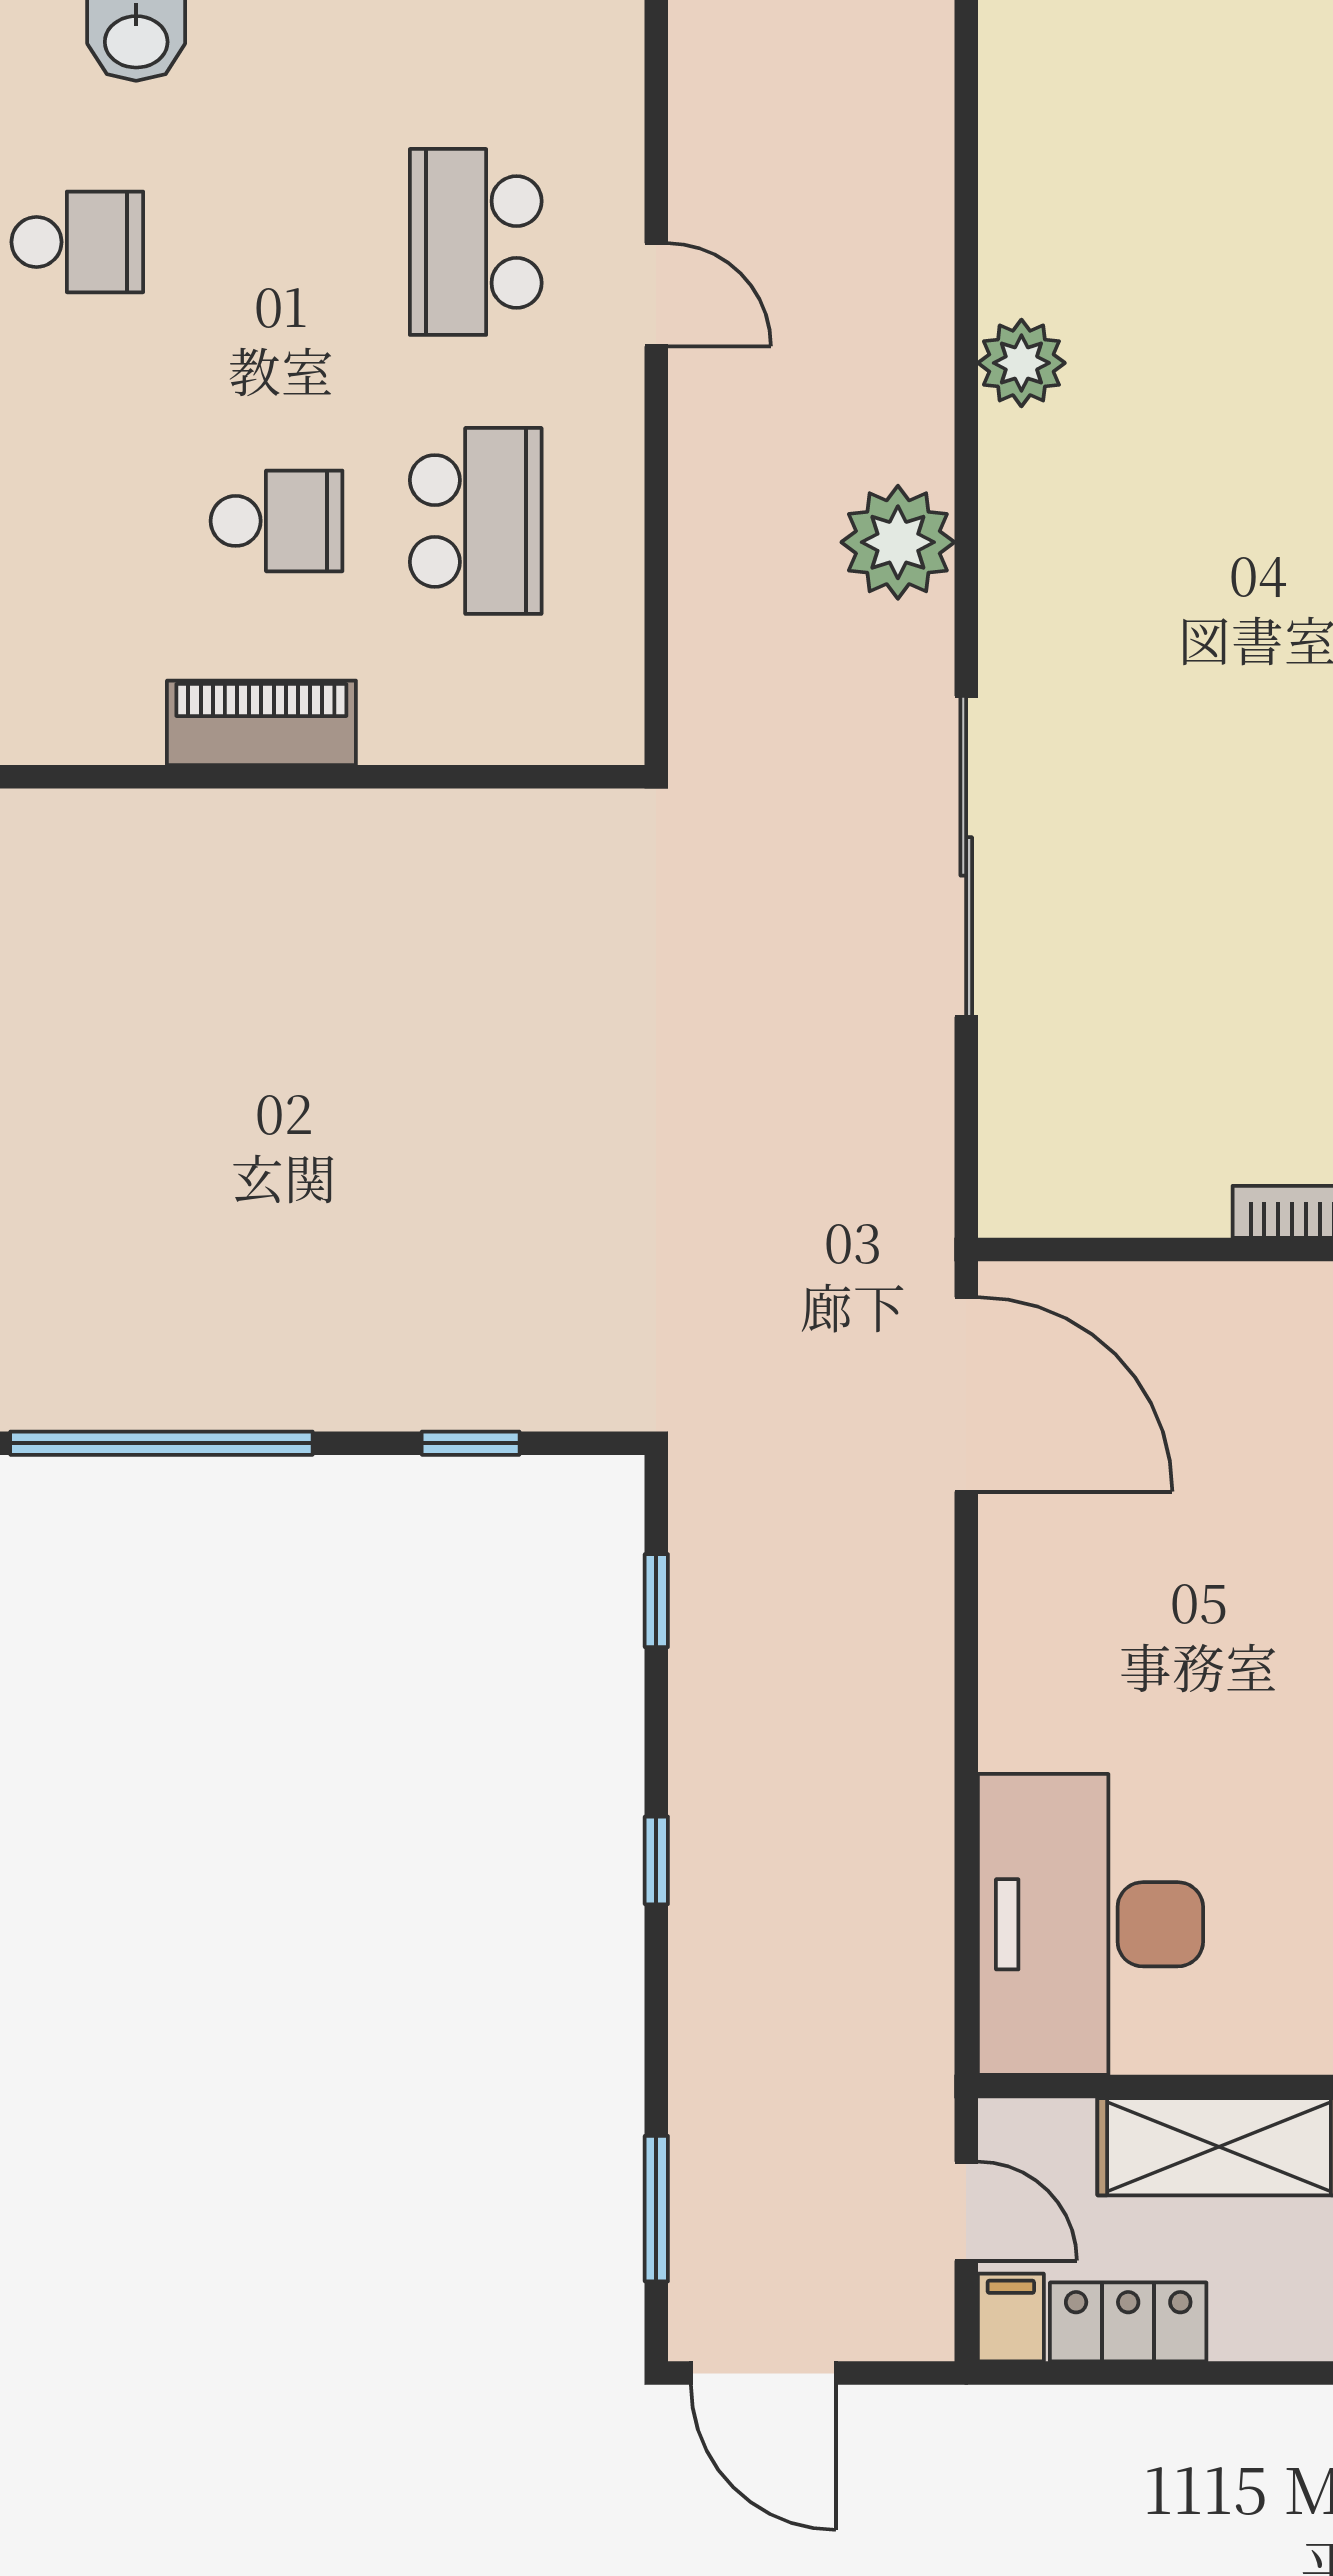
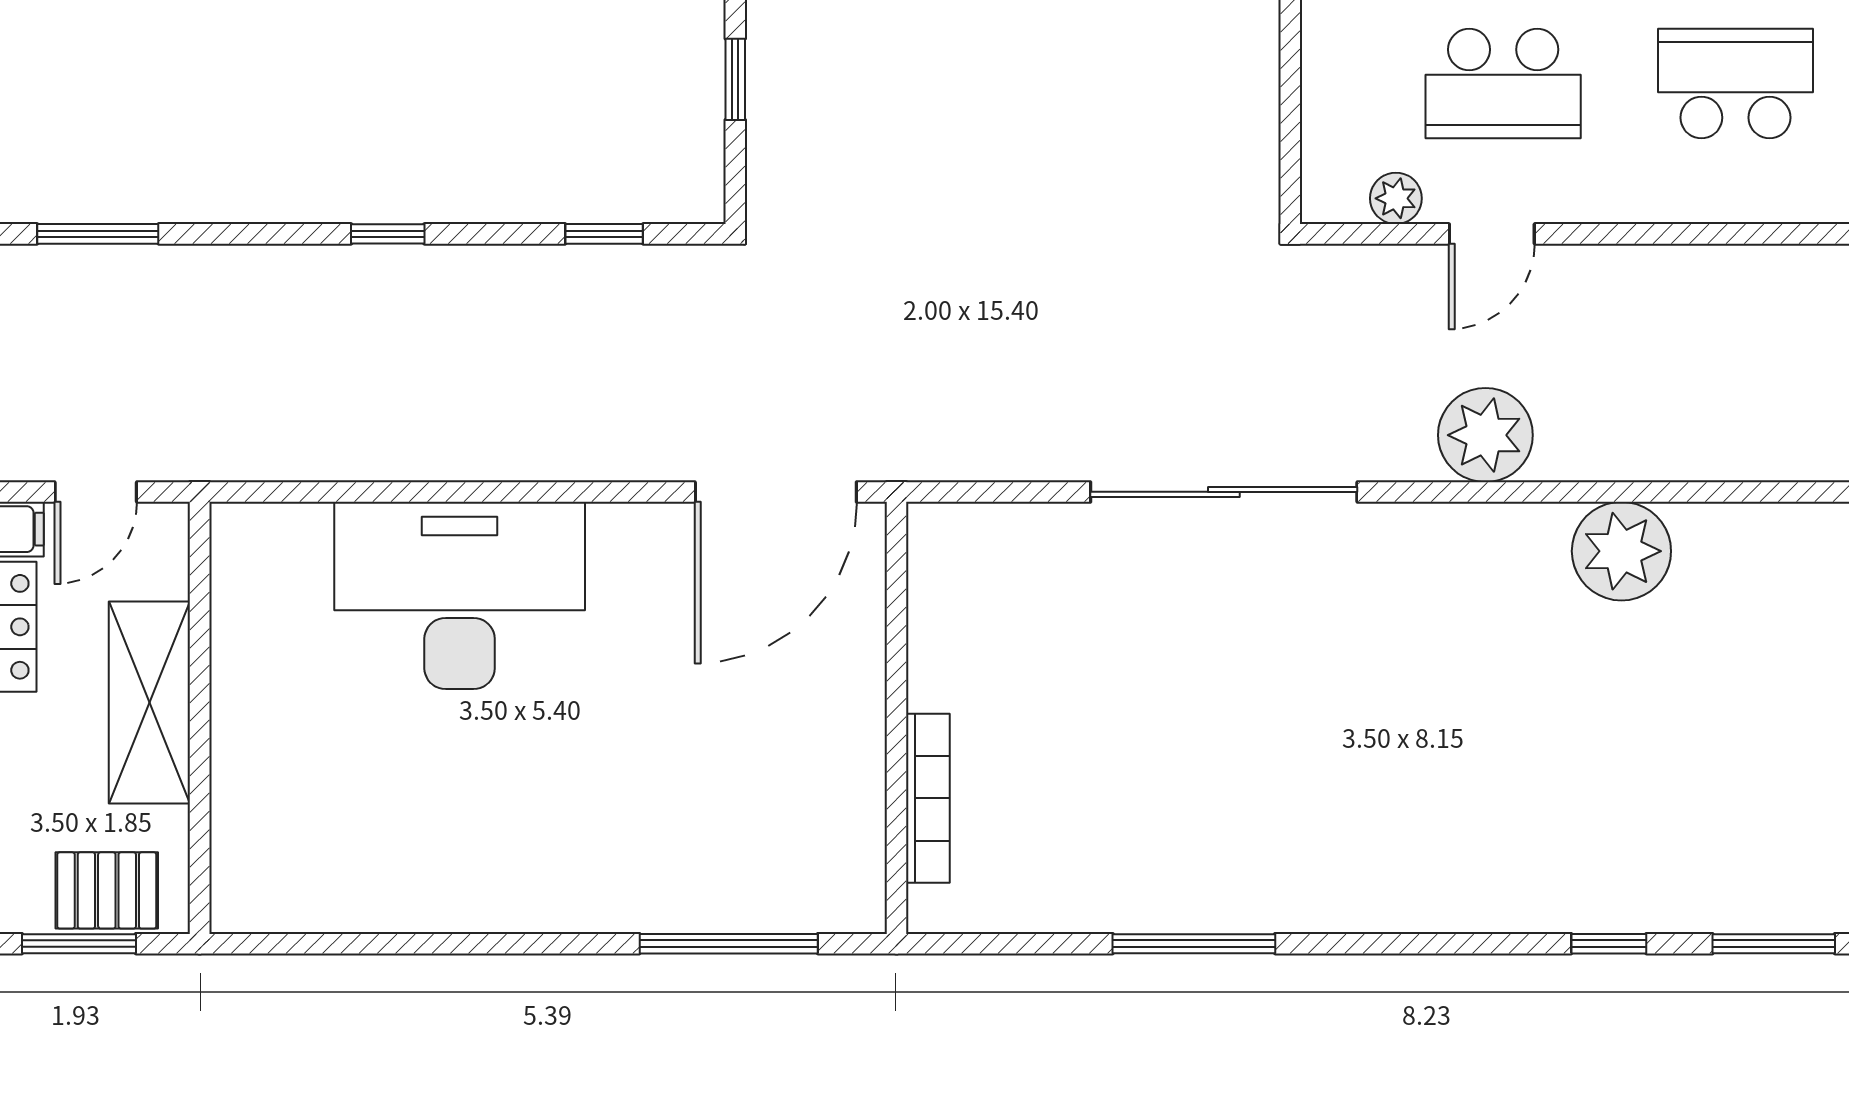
door: (656, 295) -> (1492, 234), moved
plant: (1021, 363) -> (1621, 551), width x1.36, depth x1.36
plant: (614, 650) -> (1396, 198), added
desk: (1090, 1924) -> (460, 595), moved

